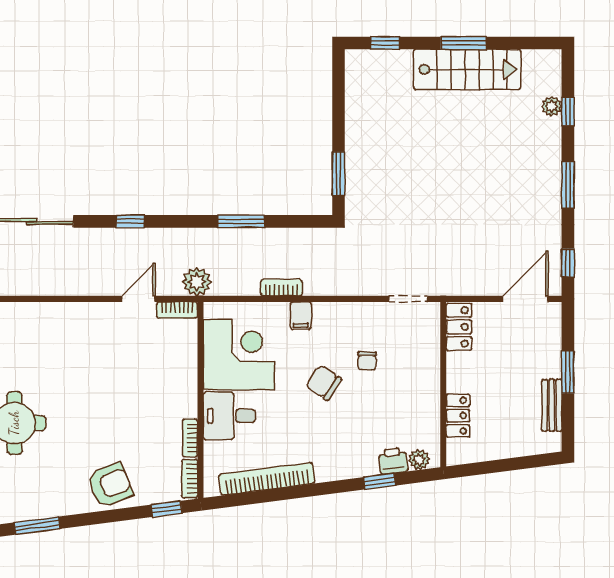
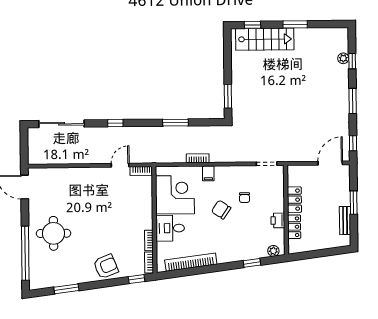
stairs: (467, 69) -> (265, 39), moved
plant: (197, 282) -> (152, 156), removed
locker: (459, 327) -> (294, 200), moved
printer: (393, 461) -> (278, 220), moved, turned -83

